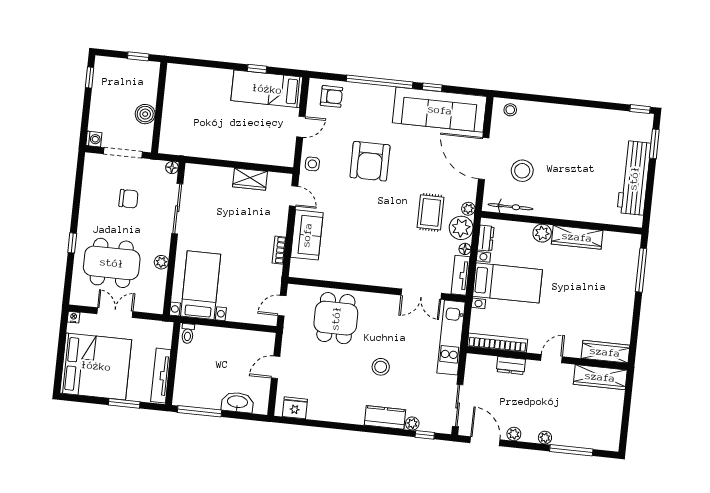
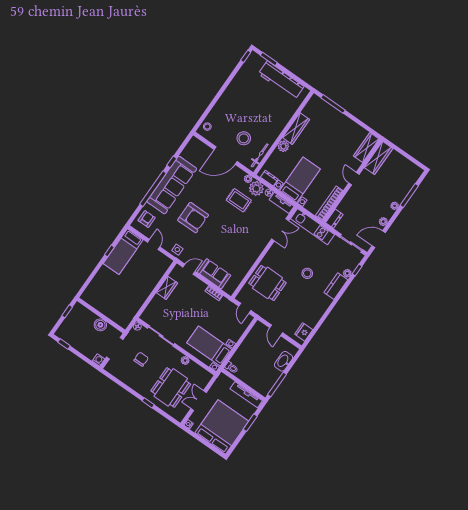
sofa: (440, 110) -> (172, 185), moved
dresser: (511, 365) -> (334, 219), moved

